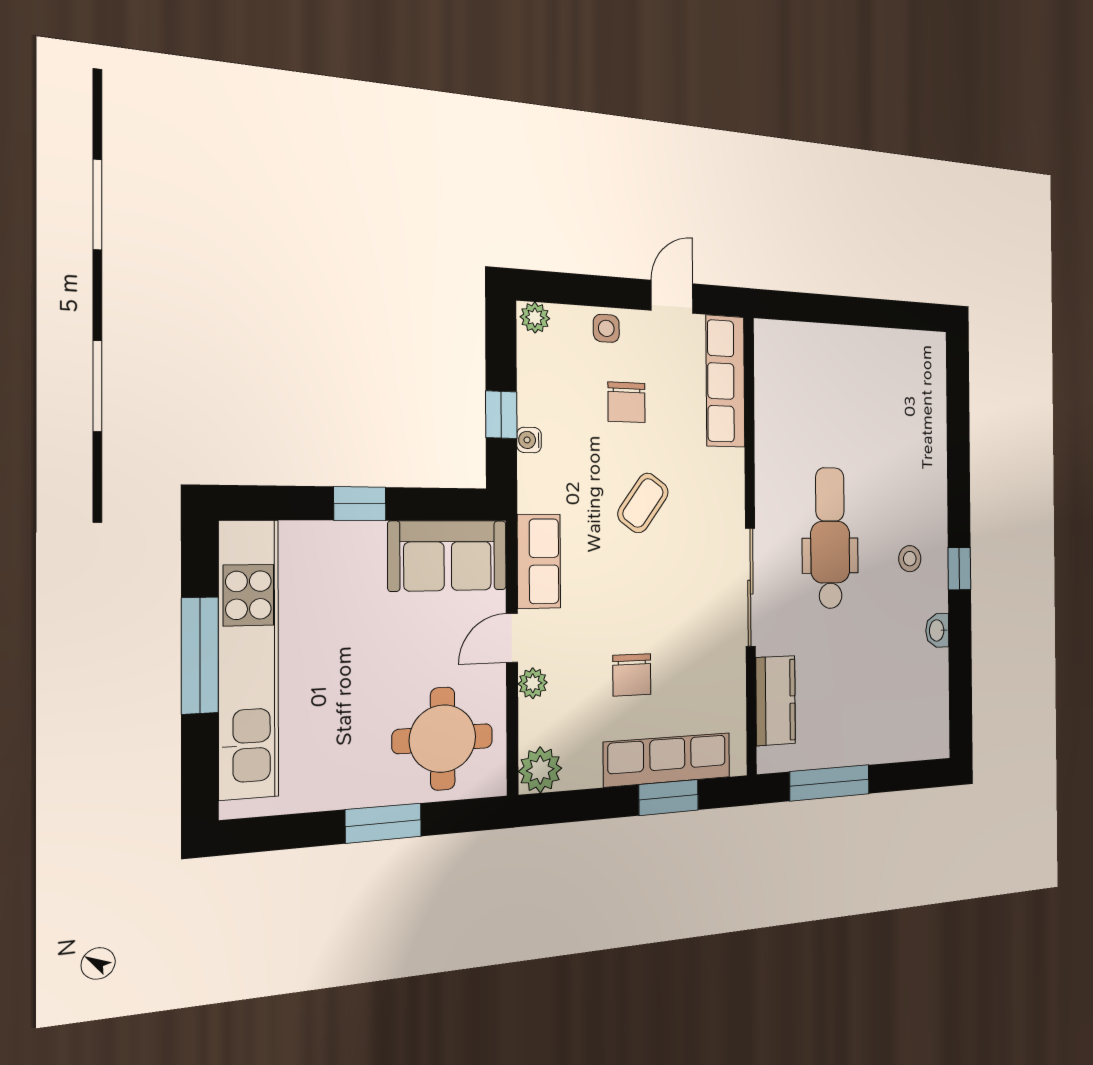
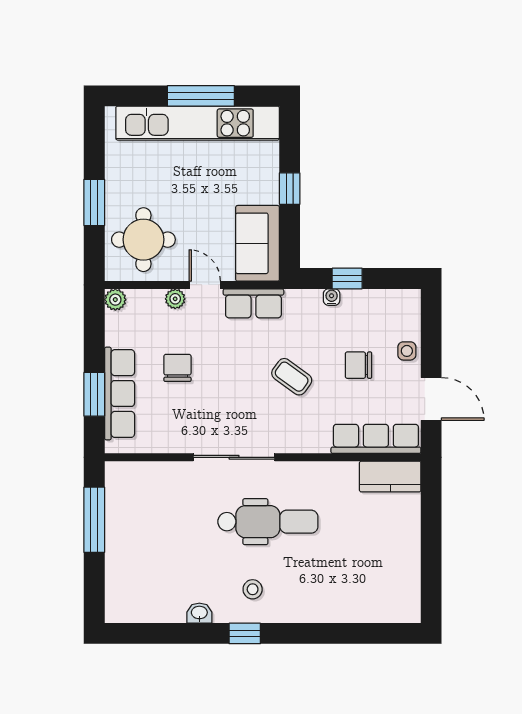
door: (672, 297) -> (431, 399), width x1.38
plant: (535, 318) -> (411, 301), removed
chair: (632, 675) -> (177, 368), turned 90
kitchen counter: (776, 701) -> (390, 476), moved
plant: (540, 770) -> (115, 300), width x0.73, depth x0.73

